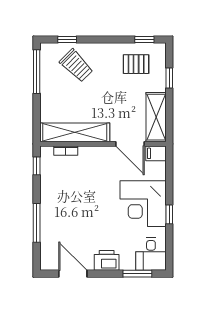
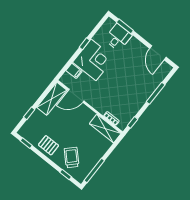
pallet: (136, 64) -> (48, 145), moved
shelving: (75, 132) -> (105, 129), width x0.68
door: (130, 144) -> (76, 96), swing flipped
filing cabinet: (156, 153) -> (74, 71), moved
desk: (151, 254) -> (118, 37), moved
printer: (107, 260) -> (135, 46), removed

